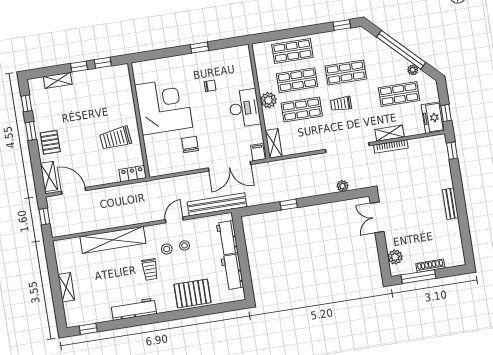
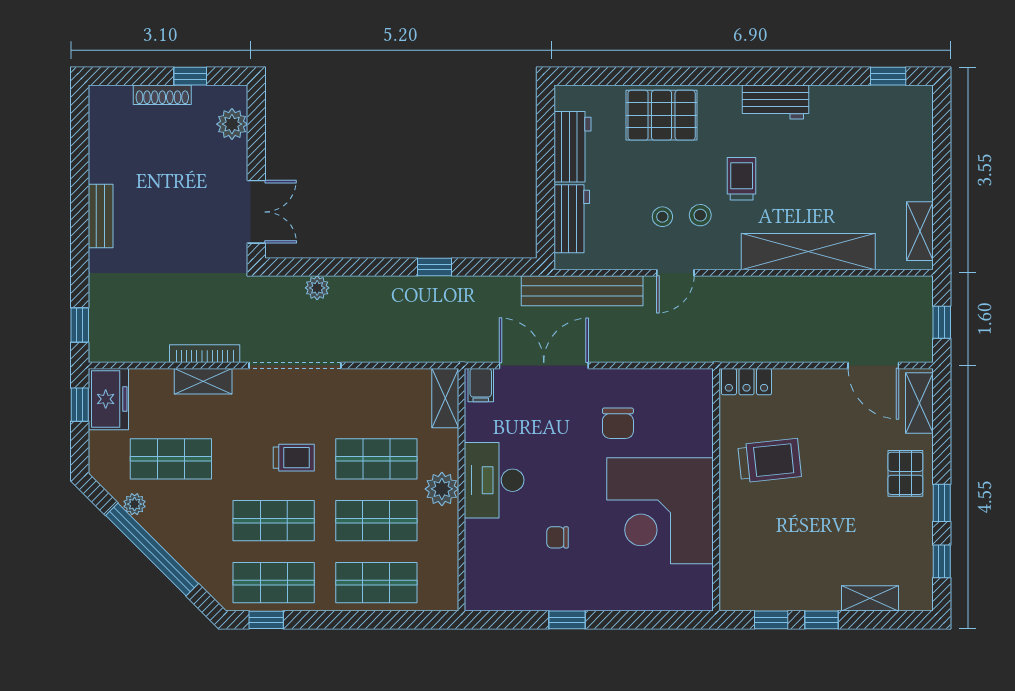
shop shelf: (341, 43) -> (274, 583), added
window: (418, 277) -> (190, 76), width x0.46
shelving: (66, 287) -> (920, 231), moved
workbench: (134, 309) -> (775, 102), width x0.73

